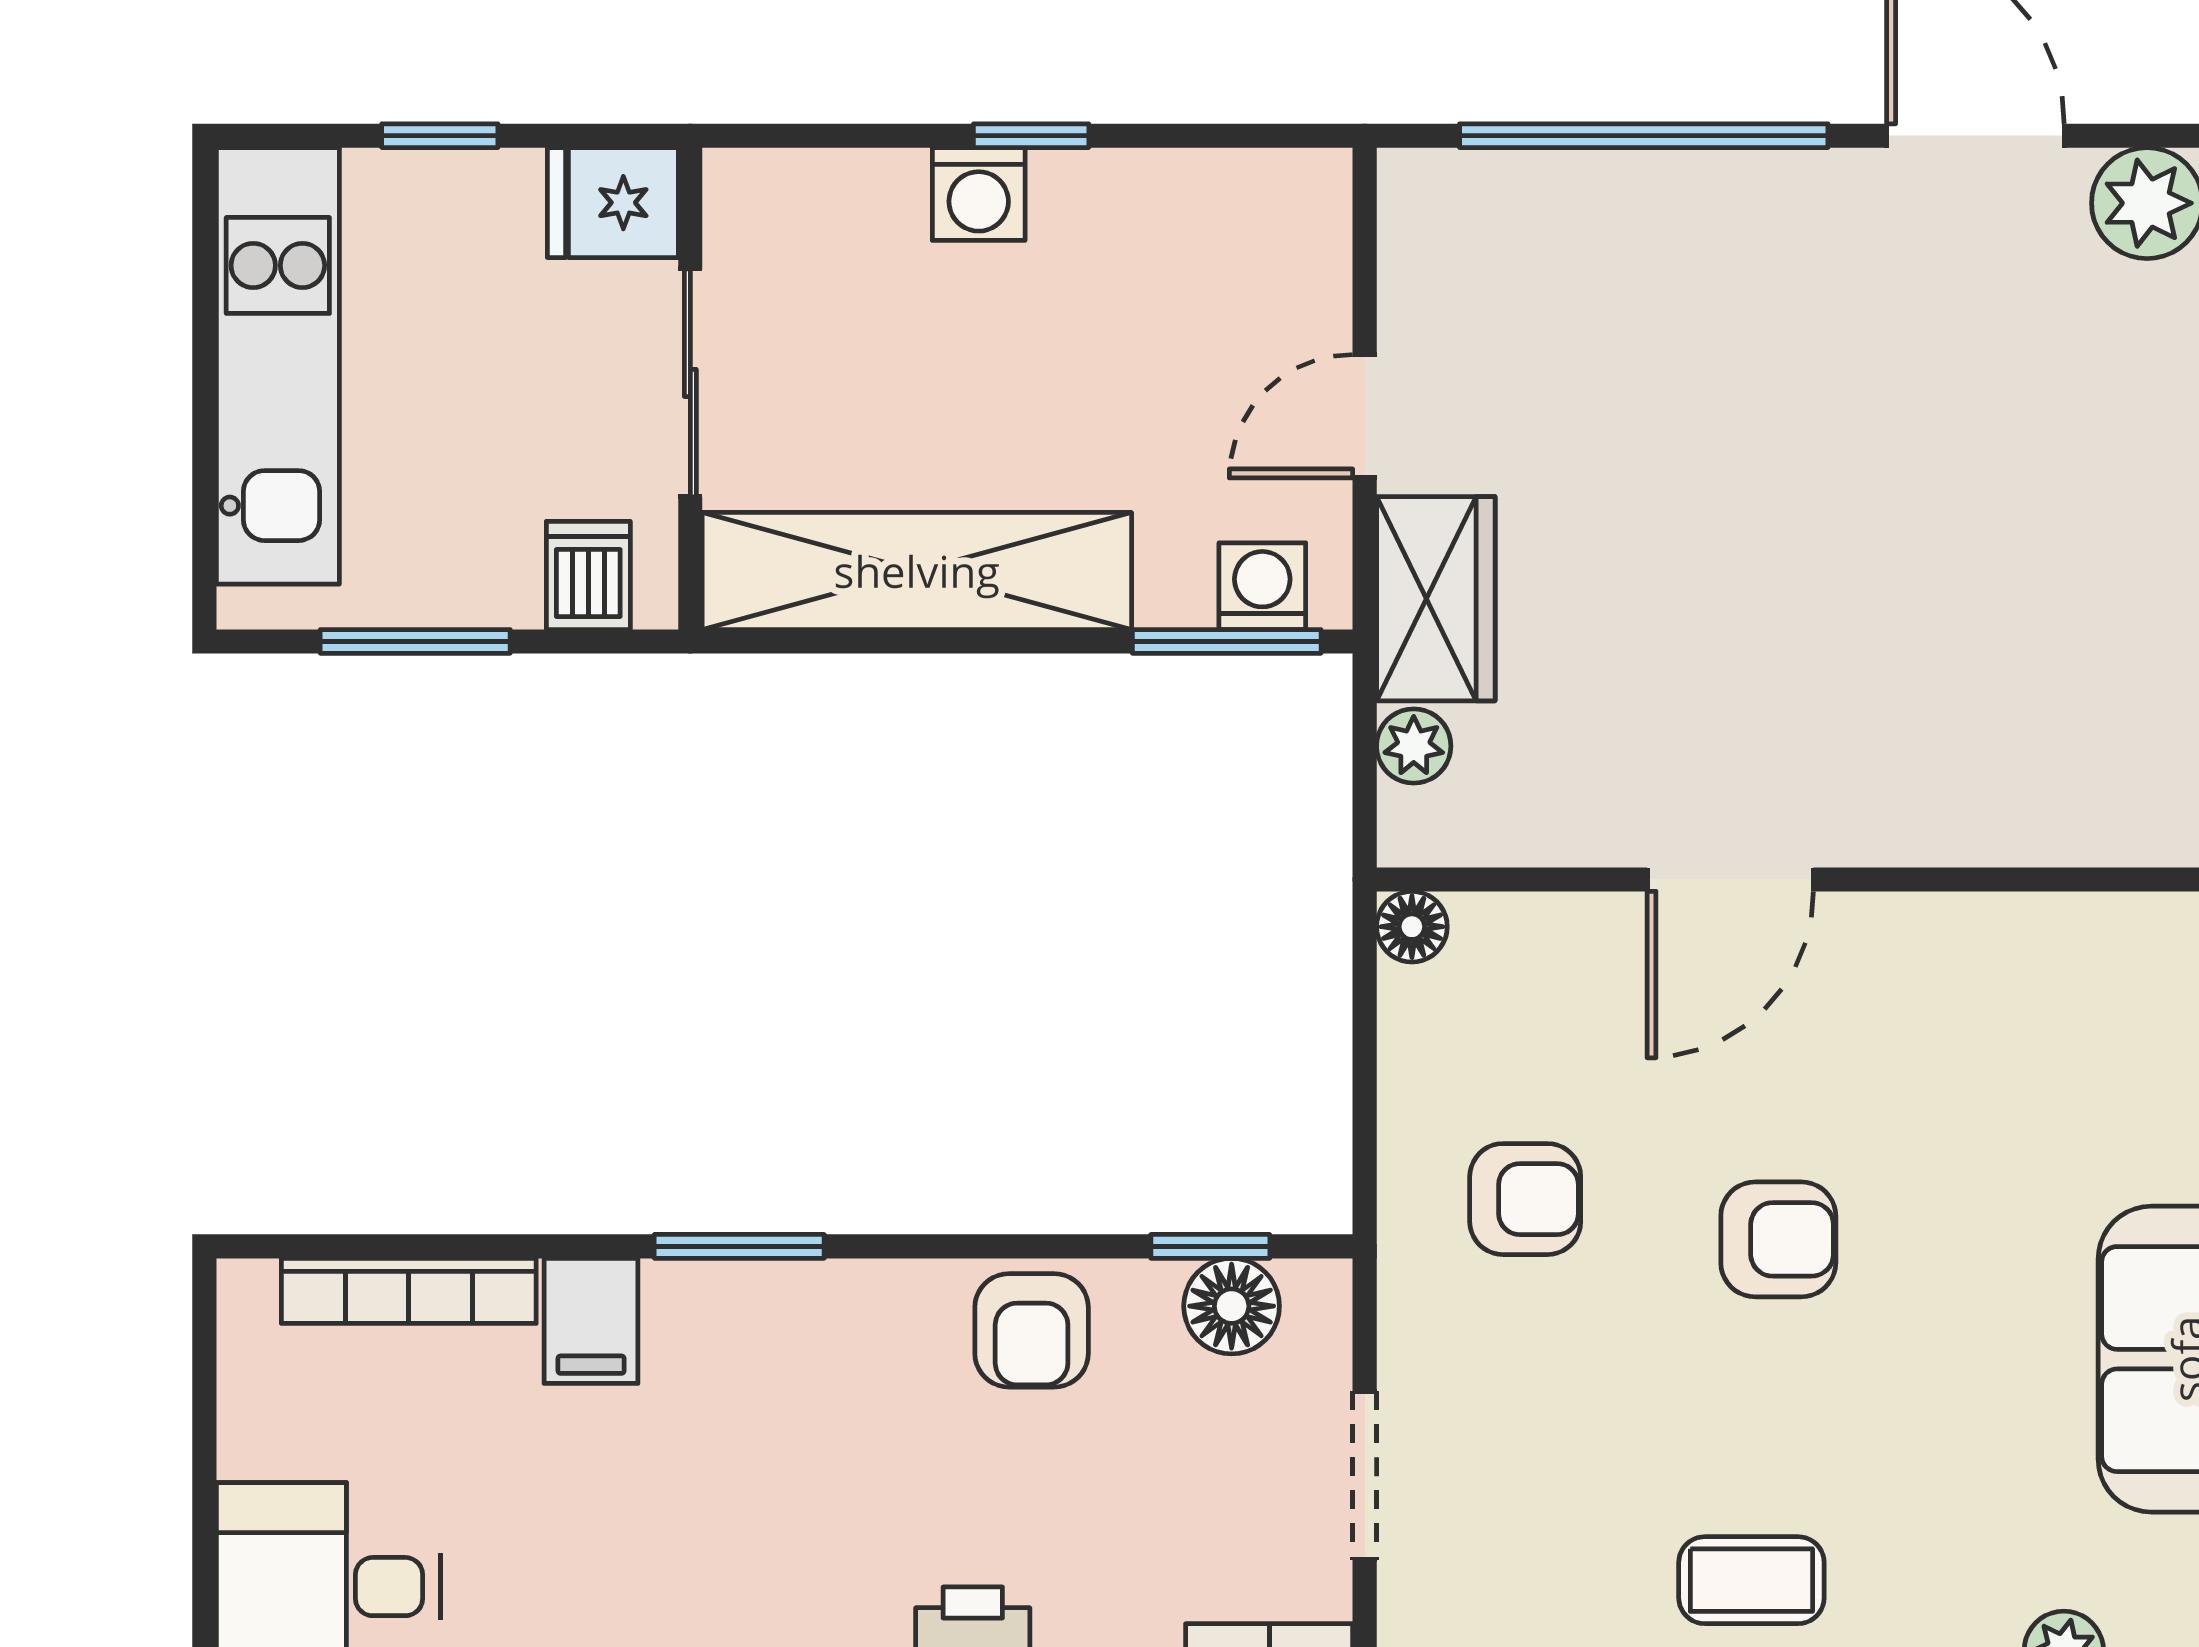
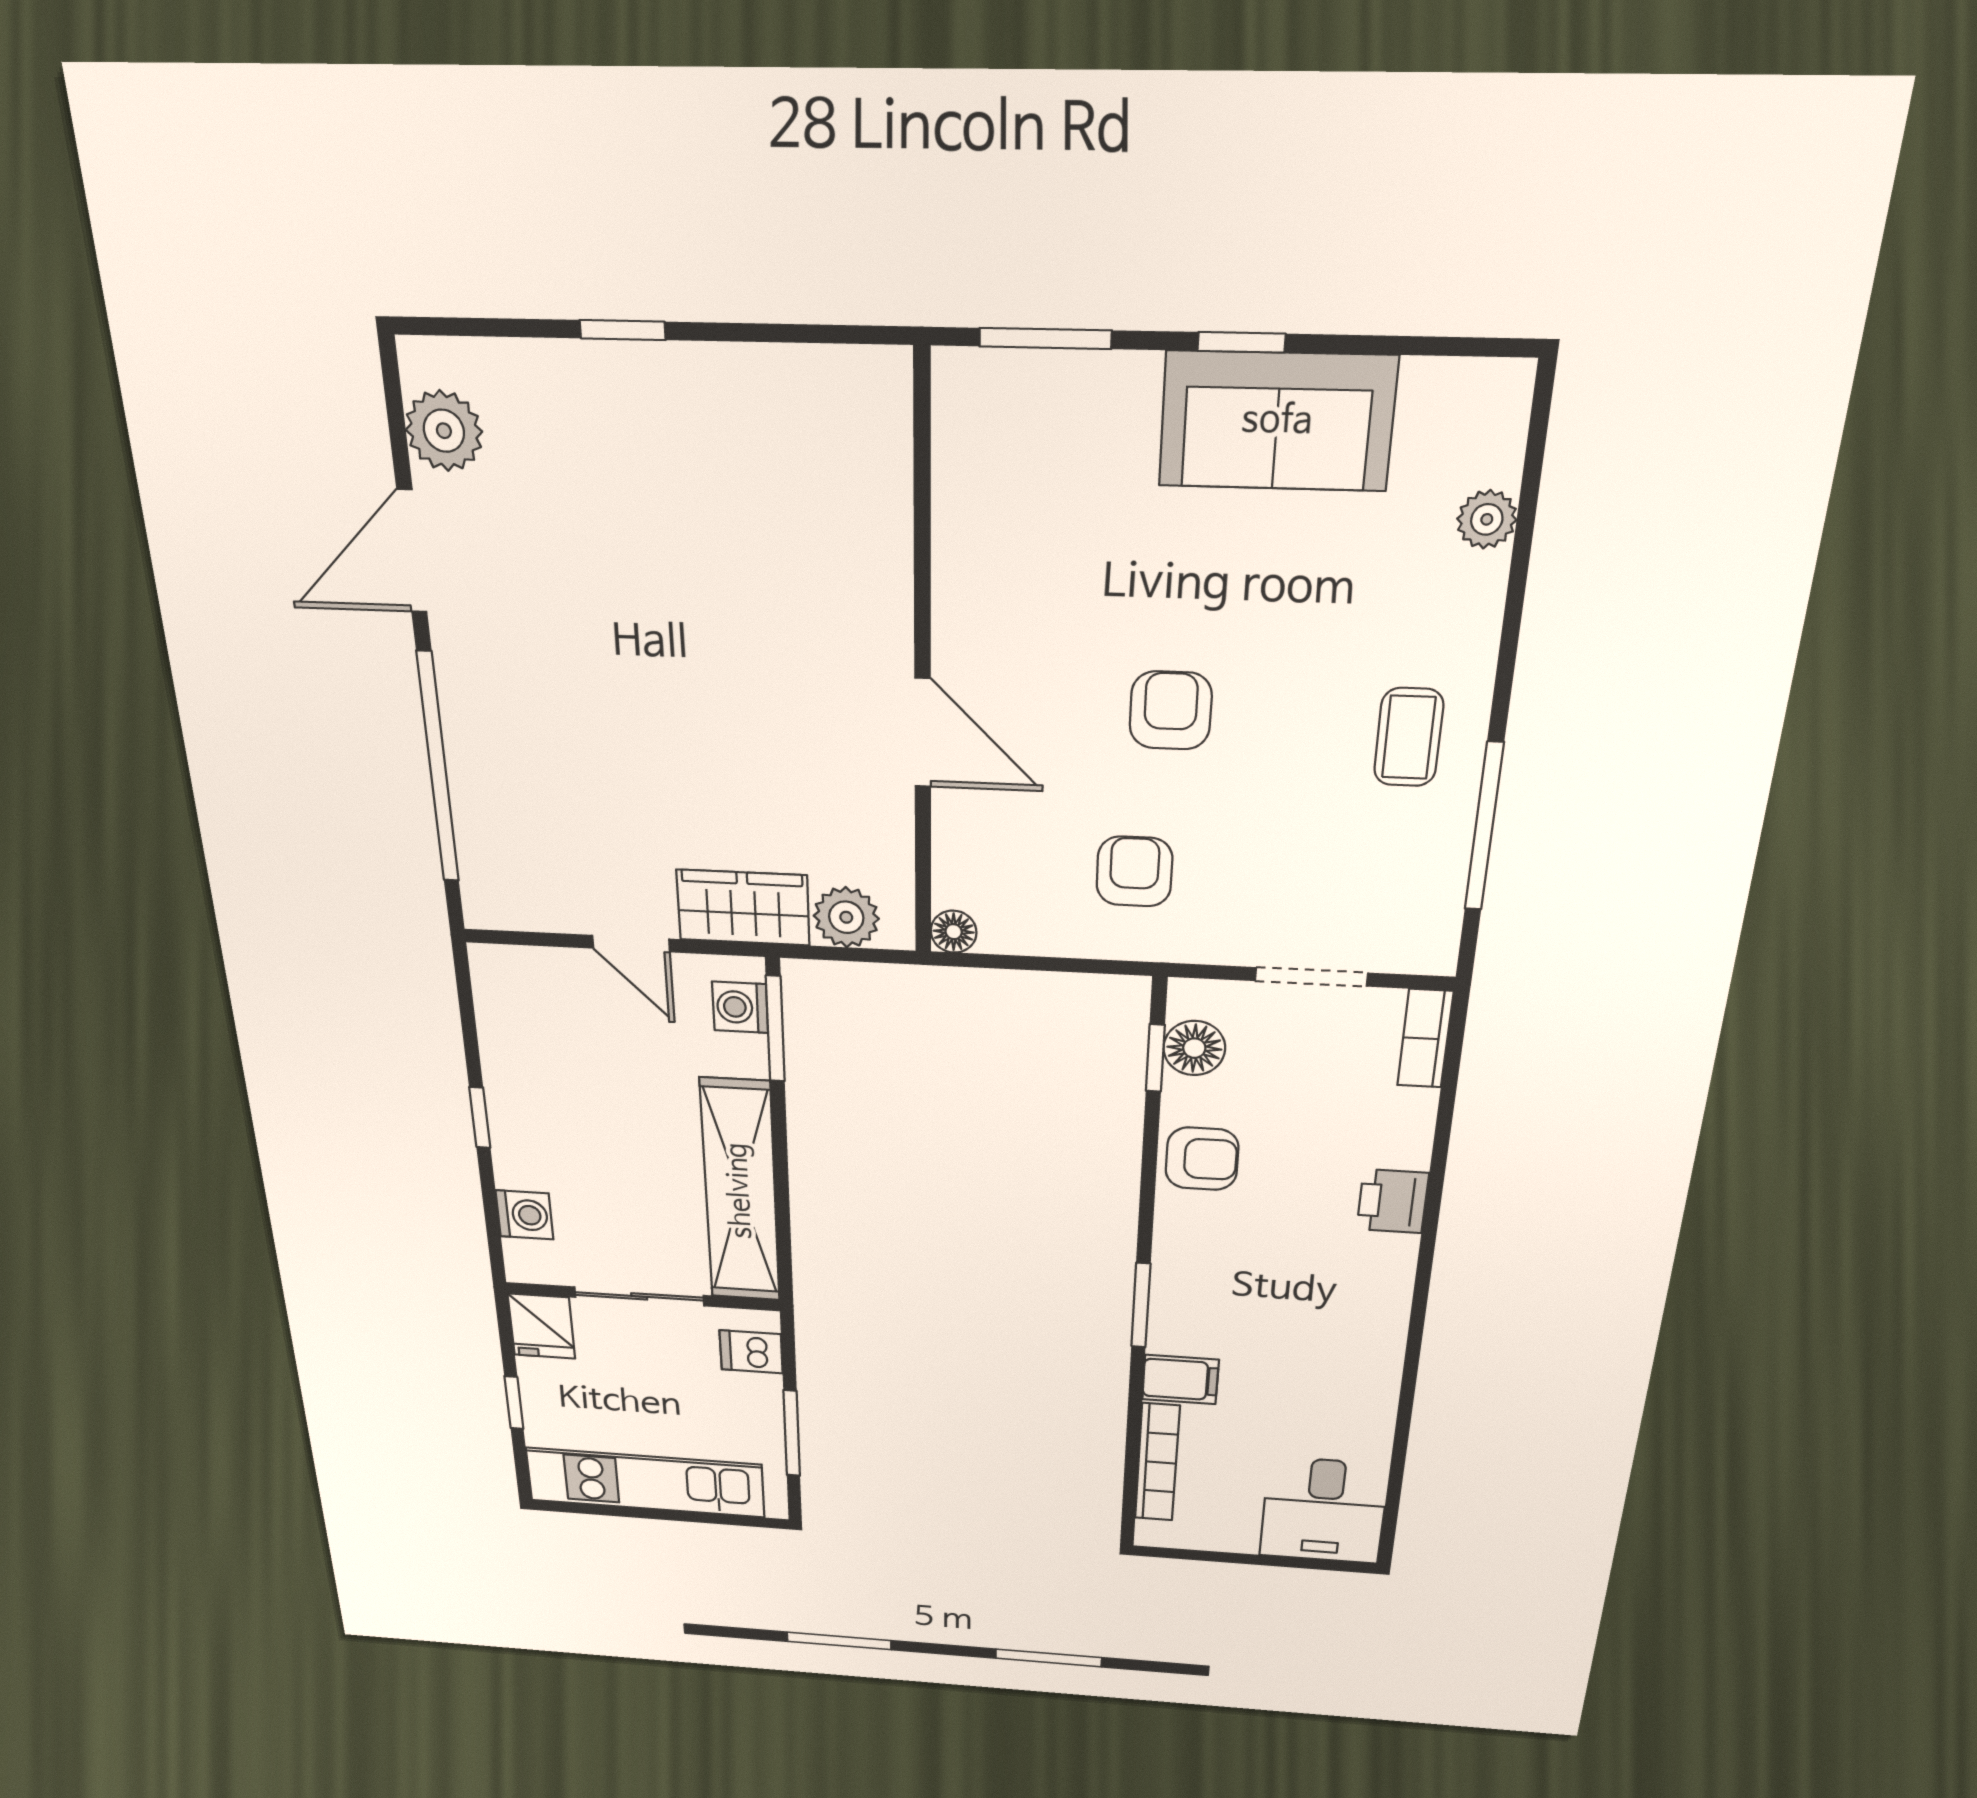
washing machine: (979, 194) -> (524, 1215), moved
plant: (1414, 746) -> (846, 917), width x1.38, depth x1.38

